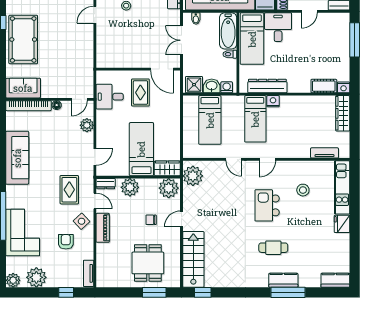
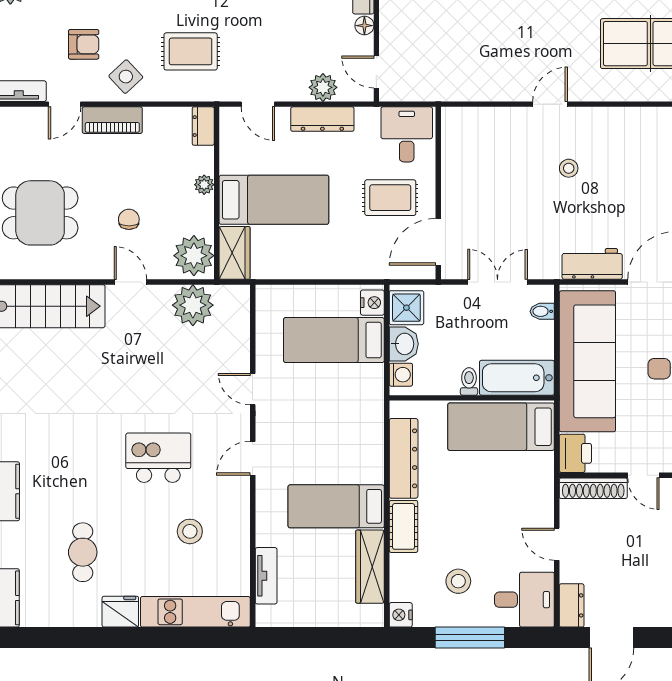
door: (95, 15) -> (550, 104), hinge flipped
desk: (278, 27) -> (524, 600), moved
window: (355, 40) -> (470, 638), moved
stool: (327, 59) -> (458, 581), added
cot: (324, 86) -> (404, 526), moved
desk: (110, 97) -> (407, 134), moved
nightstand: (273, 101) -> (372, 303), moved
wardrobe: (343, 113) -> (370, 567), moved, turned -90
bed: (255, 119) -> (336, 506), moved
dresser: (102, 126) -> (322, 119), added
door: (234, 159) -> (253, 389), hinge flipped
door: (267, 159) -> (253, 458), hinge flipped
plant: (193, 176) -> (193, 305), moved
plant: (130, 187) -> (204, 185), width x0.53, depth x0.53
door: (95, 201) -> (64, 104), moved
cafe table: (273, 248) -> (83, 552), moved

